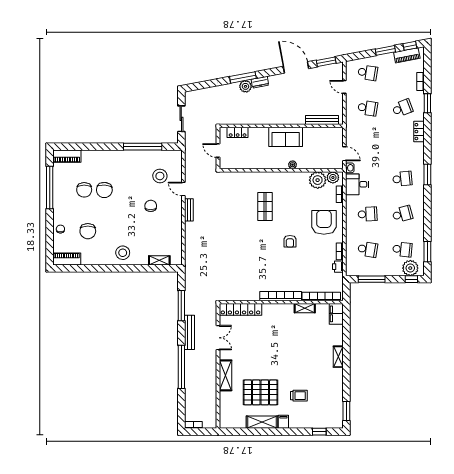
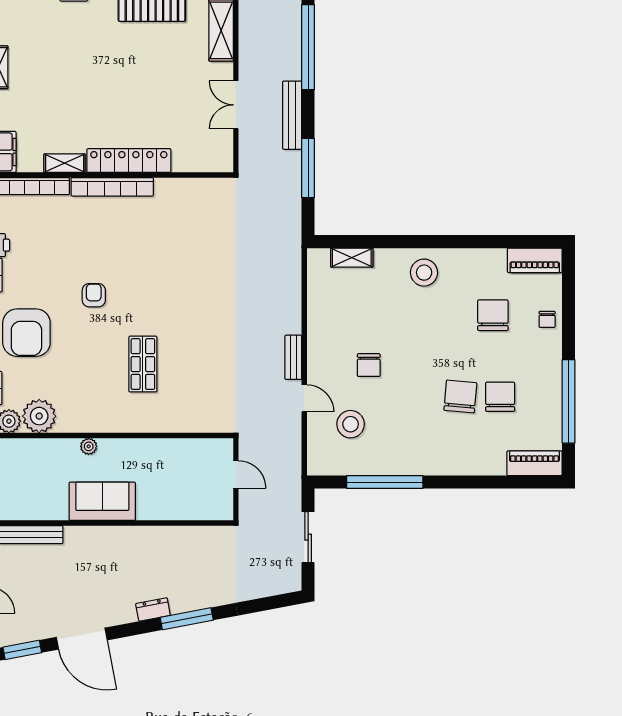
plant: (245, 86) -> (182, 601), removed
locker: (238, 132) -> (197, 510), removed
locker: (240, 309) -> (129, 161), moved

